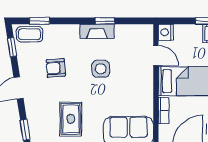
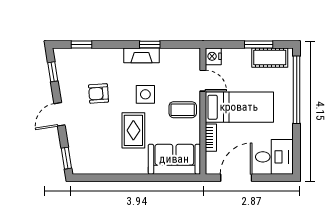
coffee table: (30, 34) -> (183, 110), moved
rug: (71, 119) -> (133, 130), moved

